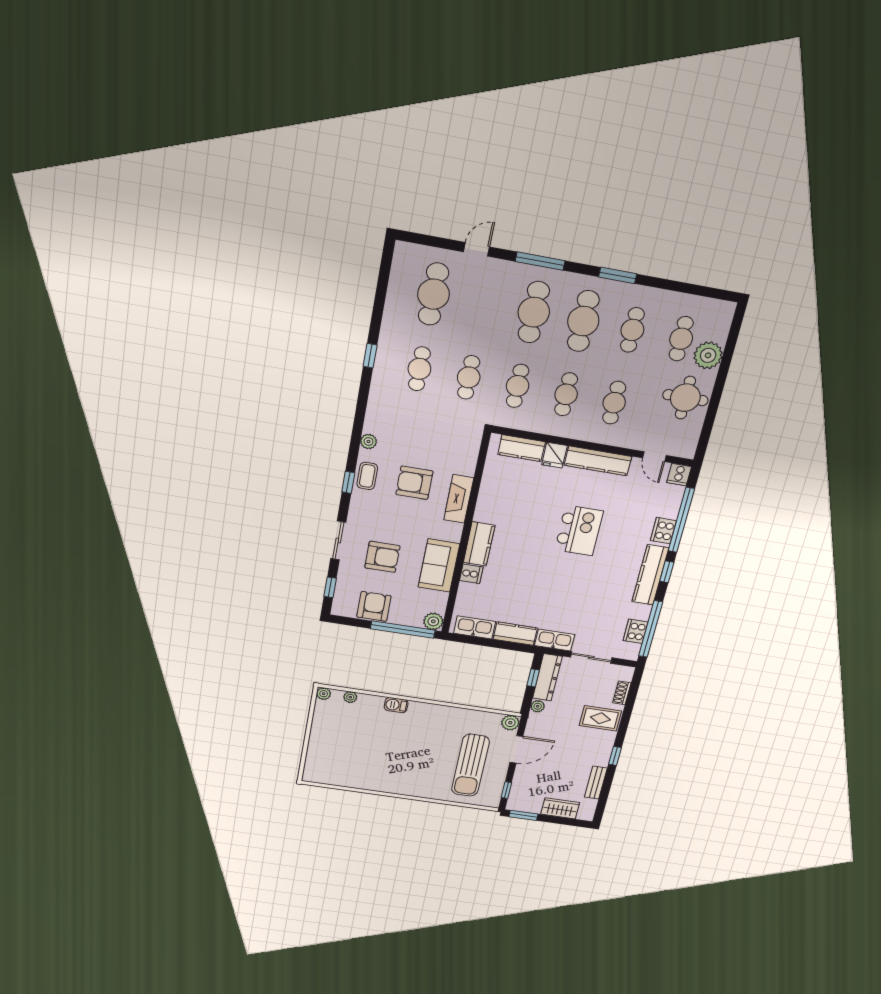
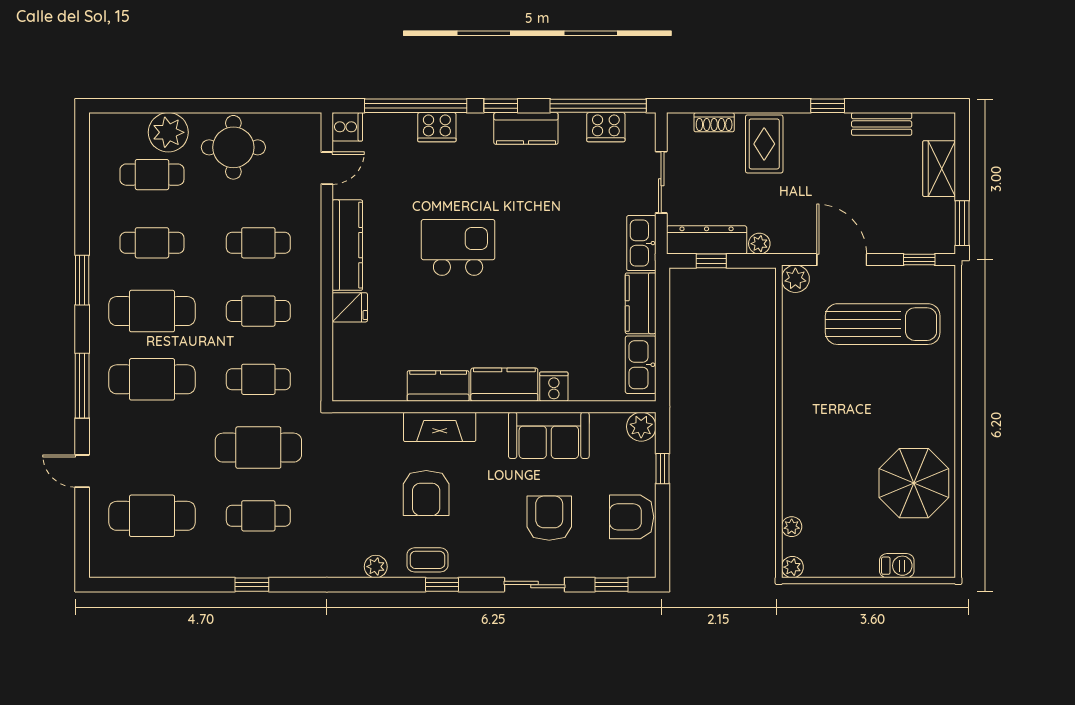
cafe table: (469, 377) -> (258, 448), width x1.37, depth x1.35
kitchen counter: (522, 448) -> (438, 386), moved, turned -90
kitchen counter: (650, 575) -> (526, 128), width x0.67
window: (403, 630) -> (663, 469), width x0.32
barbecue: (396, 705) -> (897, 566), moved, turned -90
parasol: (366, 768) -> (914, 483), added

